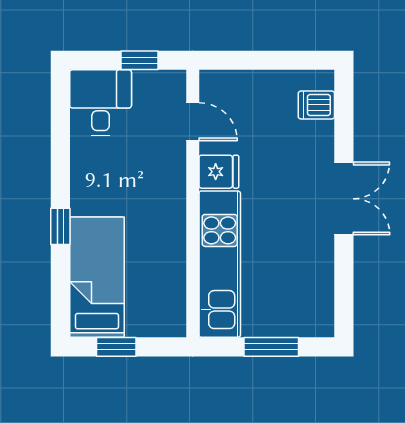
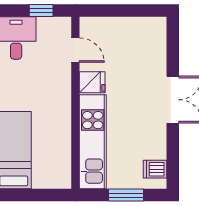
dishwasher: (316, 105) -> (155, 169), moved
window: (116, 347) -> (26, 195), removed

